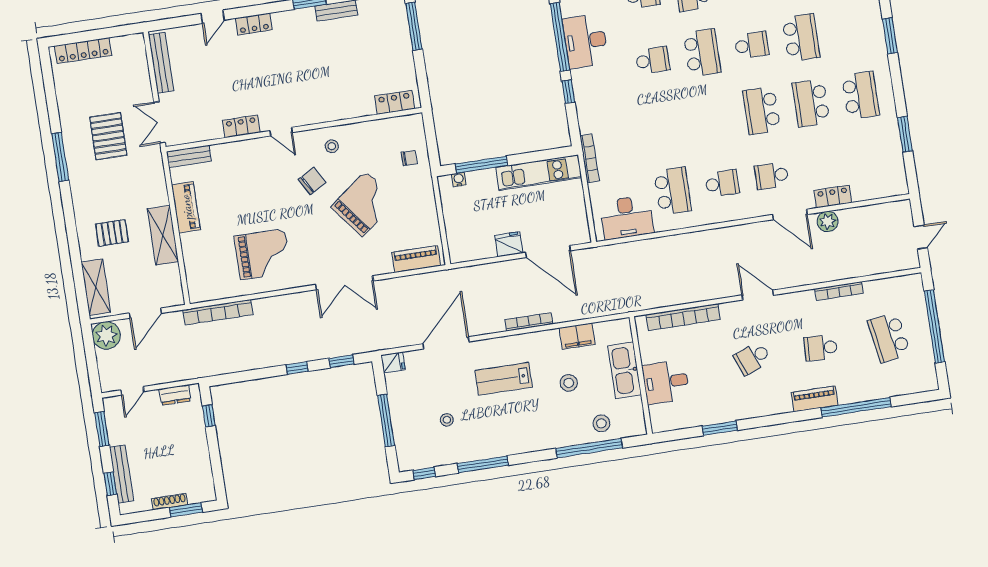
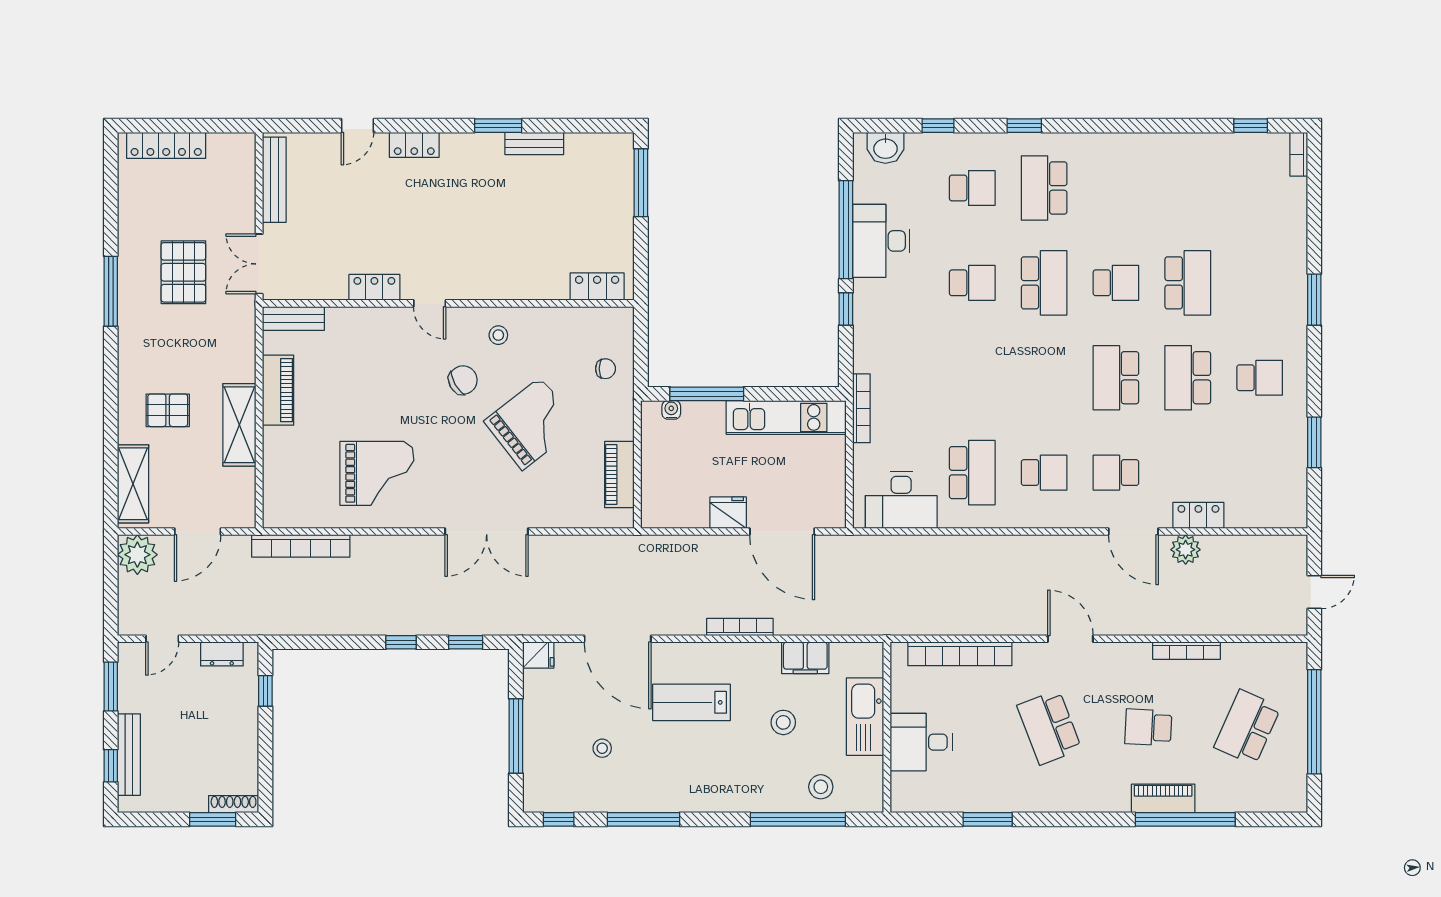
school desk: (861, 95) -> (1260, 378), width x0.54
piano: (416, 259) -> (619, 475), moved, turned -90
school desk: (889, 337) -> (1247, 727), turned 33
door: (446, 343) -> (618, 639), swing flipped
school desk: (753, 358) -> (1049, 727), width x1.85
piano: (815, 399) -> (1163, 798), moved
shoe rack: (170, 502) -> (234, 804), moved

